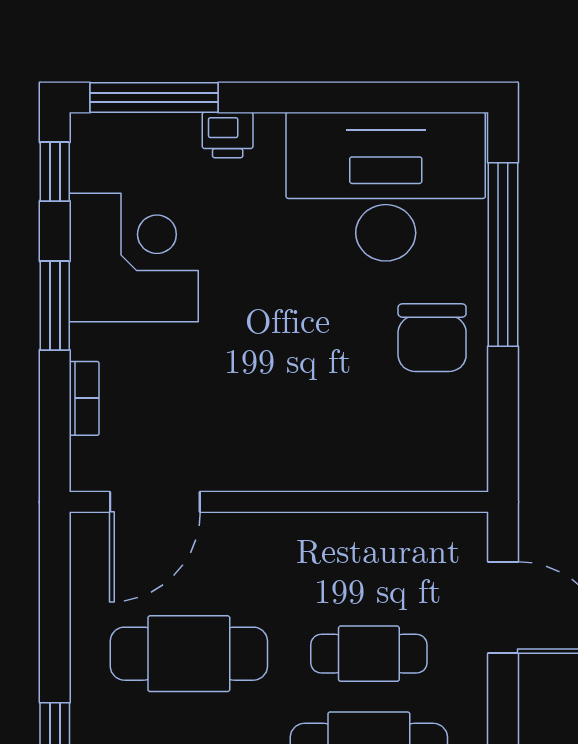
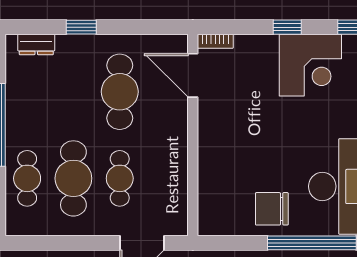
window: (55, 306) -> (287, 27), width x0.67
bookcase: (84, 398) -> (215, 41), moved

